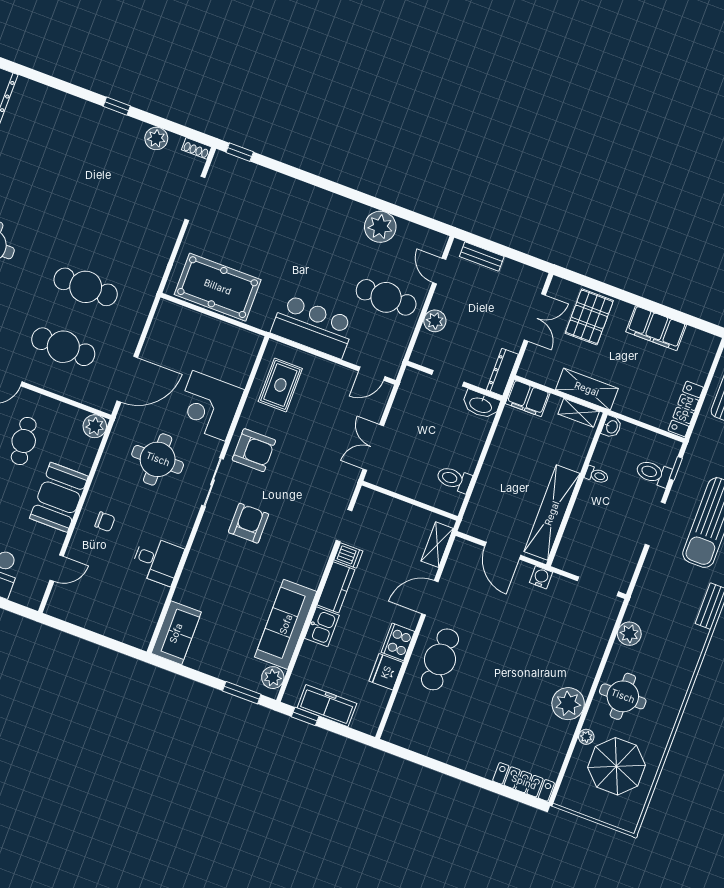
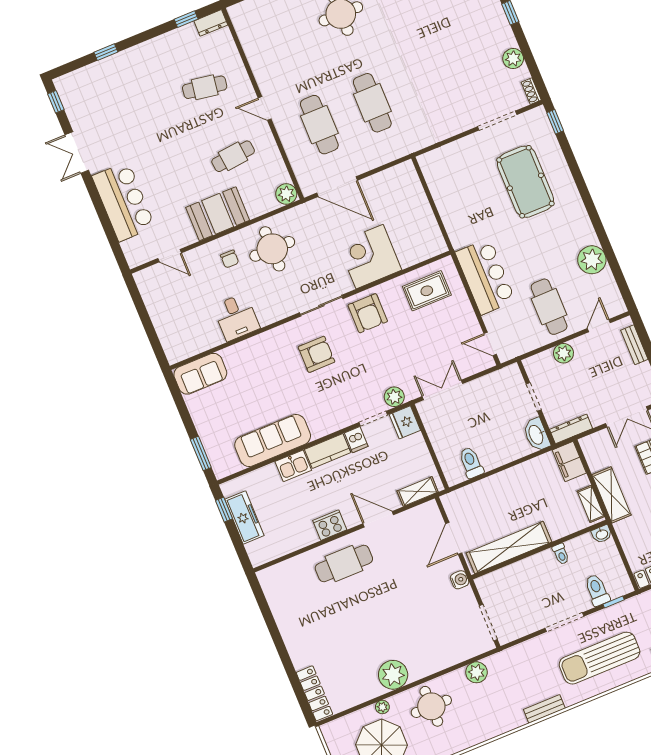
pool table: (218, 287) -> (525, 182), moved
round table: (158, 459) -> (272, 249), moved
fridge: (386, 672) -> (405, 422), moved, turned -90
plant: (273, 678) -> (394, 397), moved

